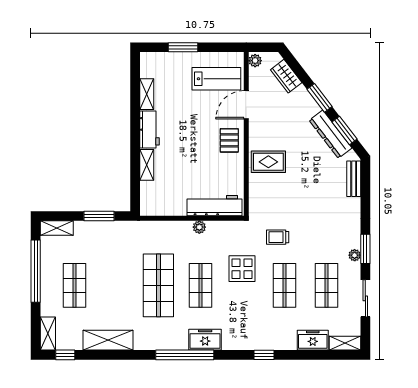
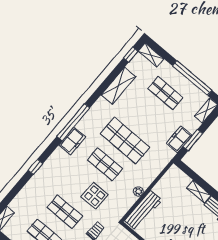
freezer: (313, 340) -> (179, 139), moved, turned 180

